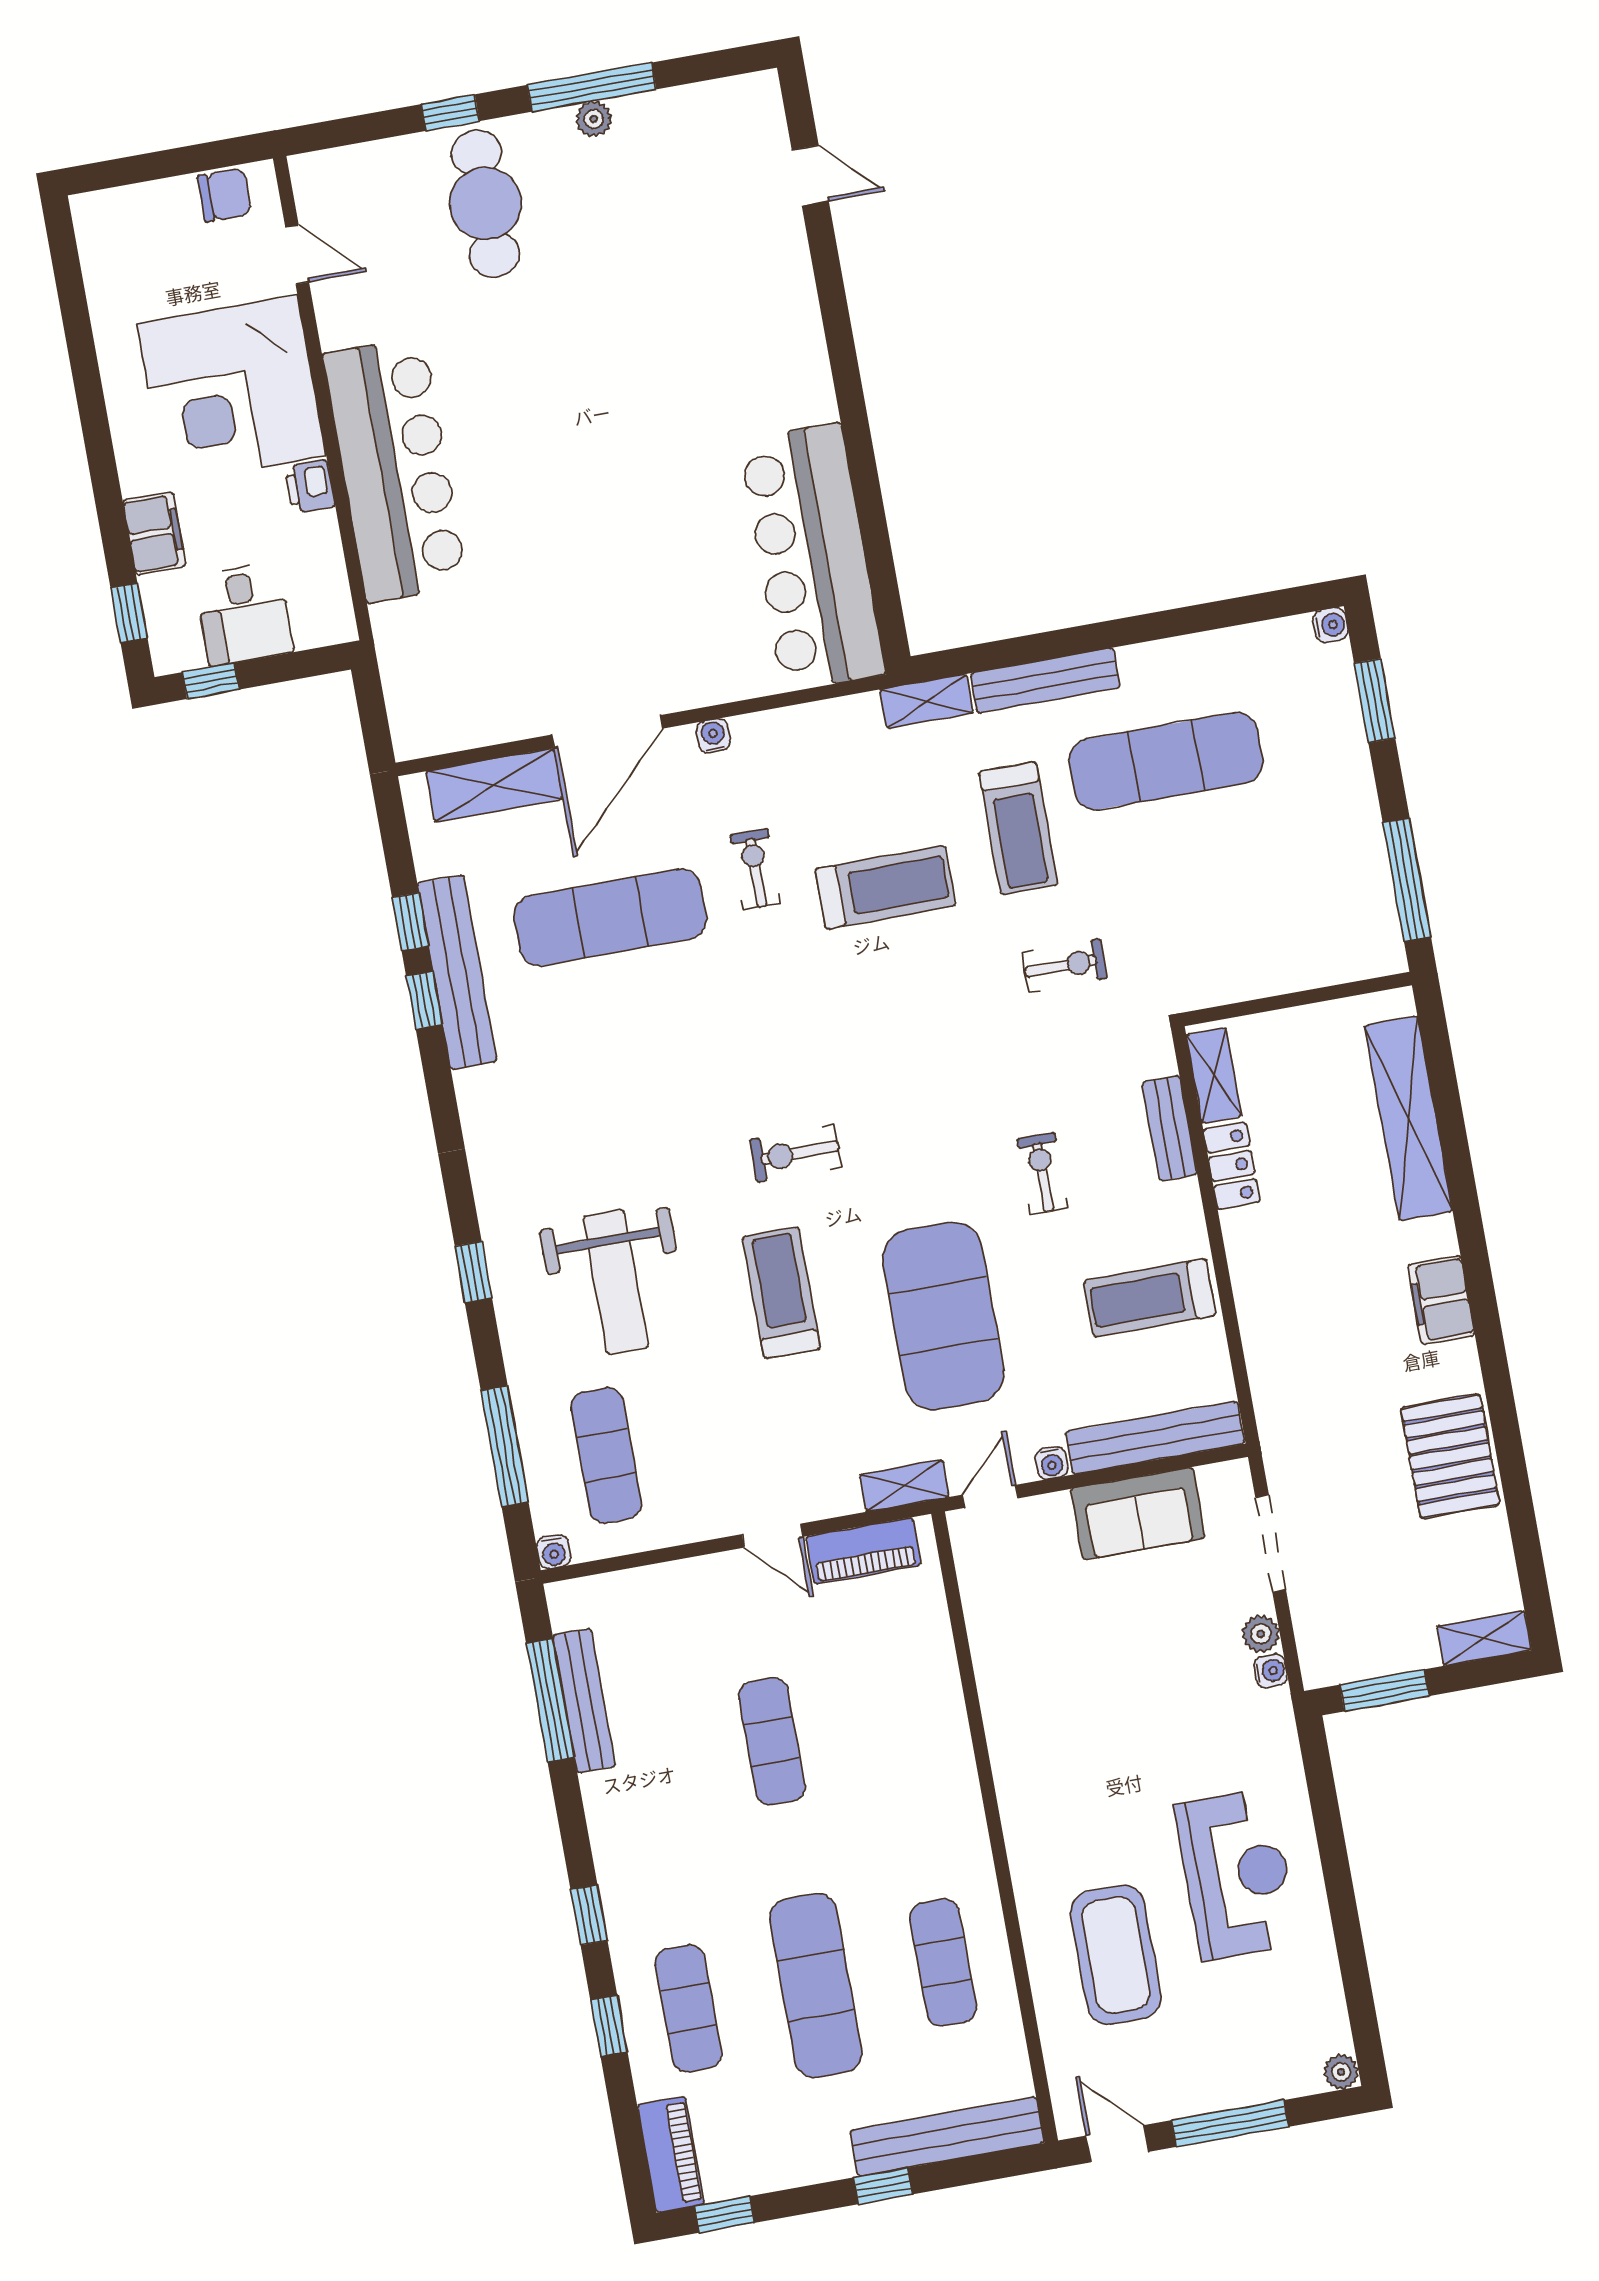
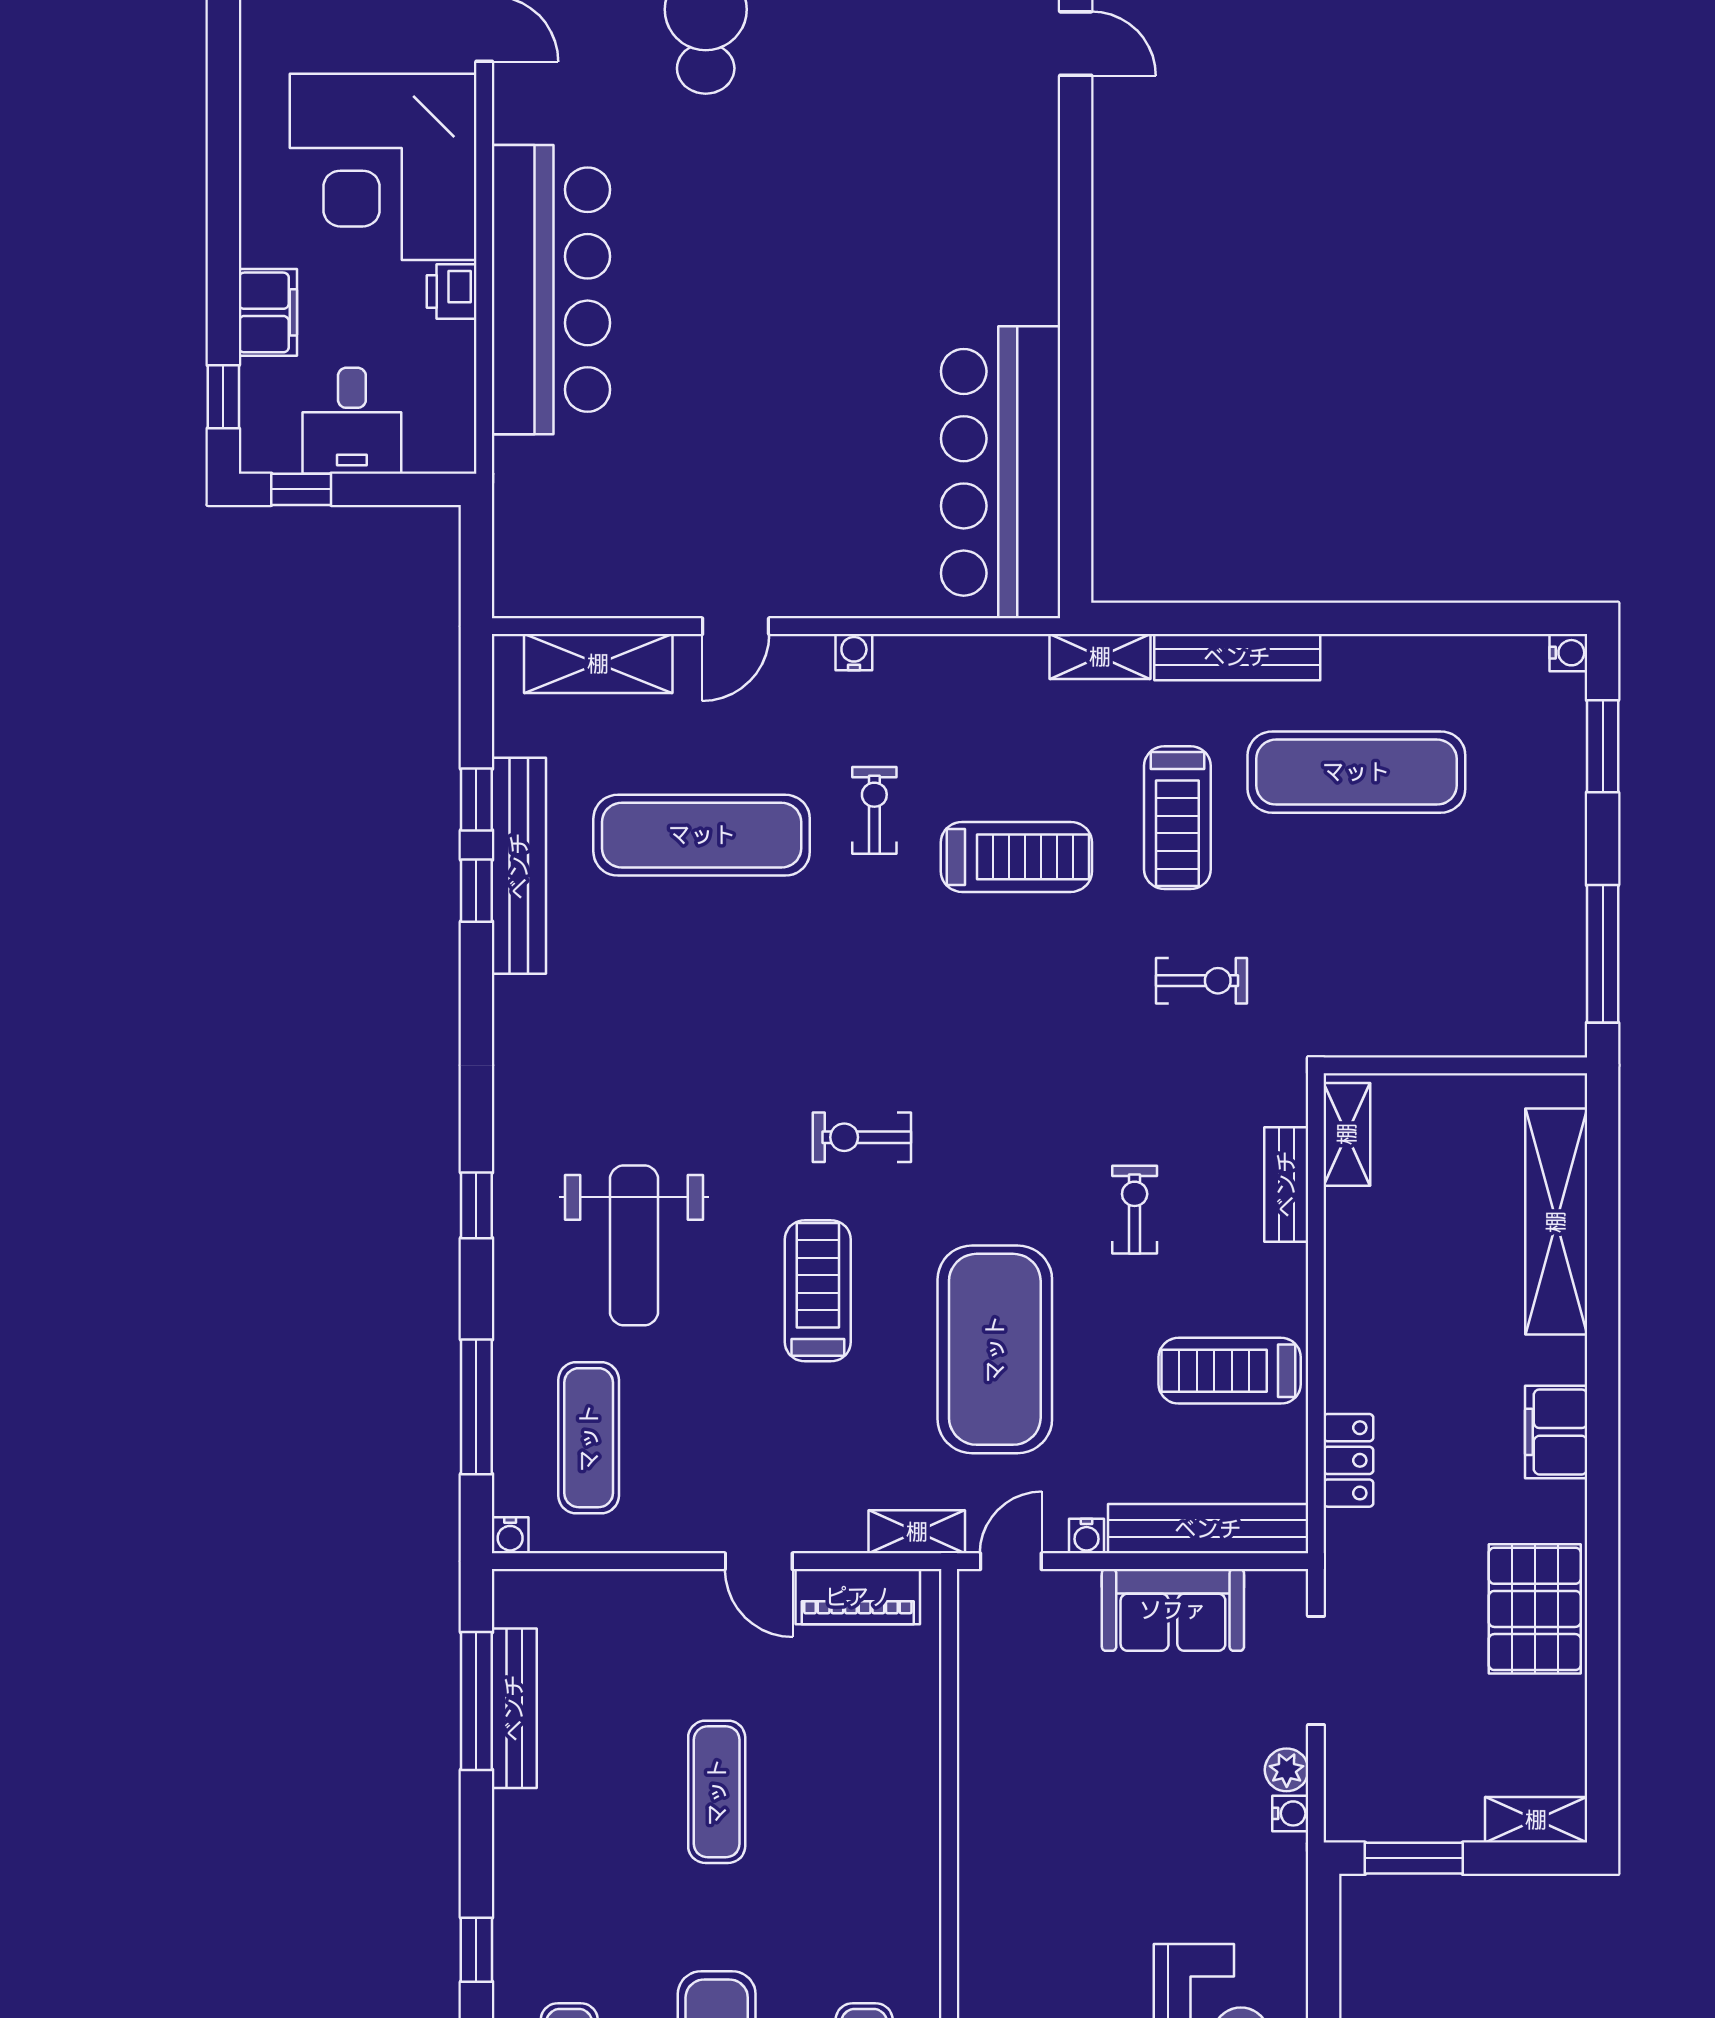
door: (607, 732) -> (736, 626), width x0.53
locker: (1232, 1166) -> (1348, 1460), moved

